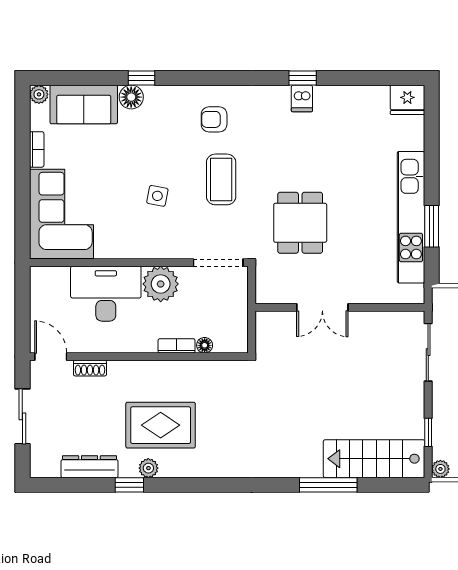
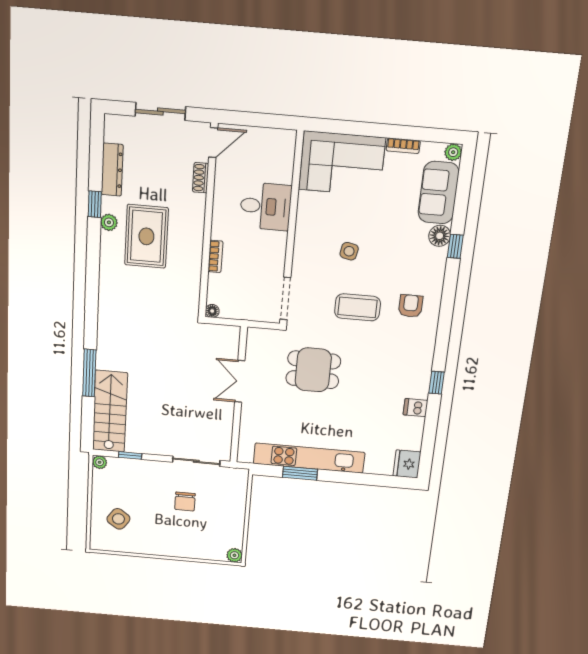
dishwasher: (302, 98) -> (416, 408), moved
plant: (161, 284) -> (271, 247), removed
desk: (106, 294) -> (266, 206), width x0.73
floor lamp: (205, 345) -> (212, 311), moved

